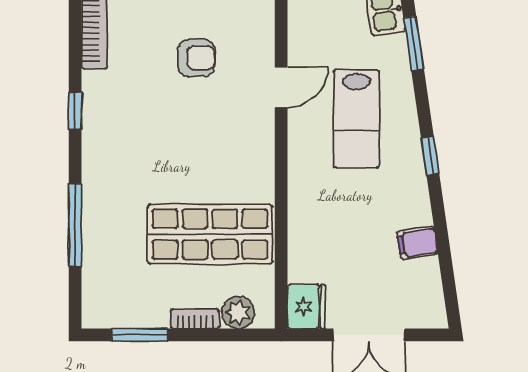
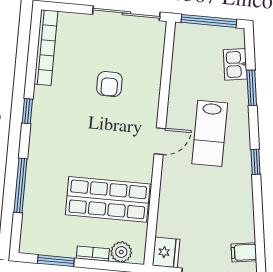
armchair: (196, 58) -> (109, 84), turned 90
door: (281, 87) -> (160, 141), moved
filing cabinet: (417, 243) -> (244, 252), moved

